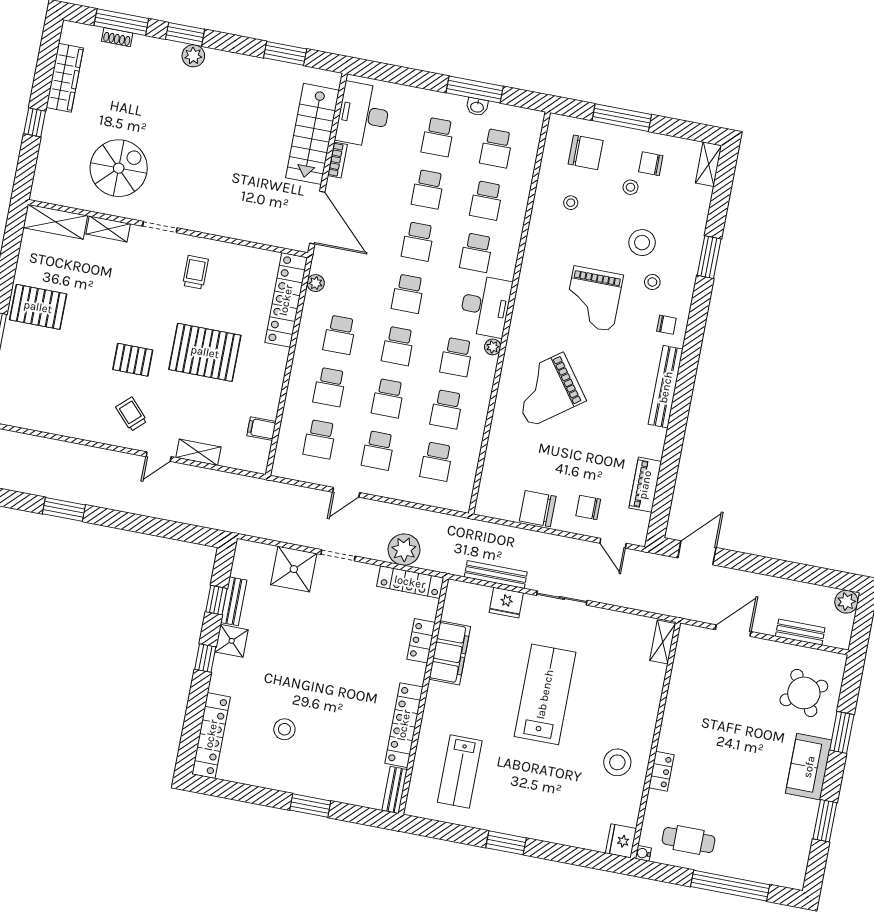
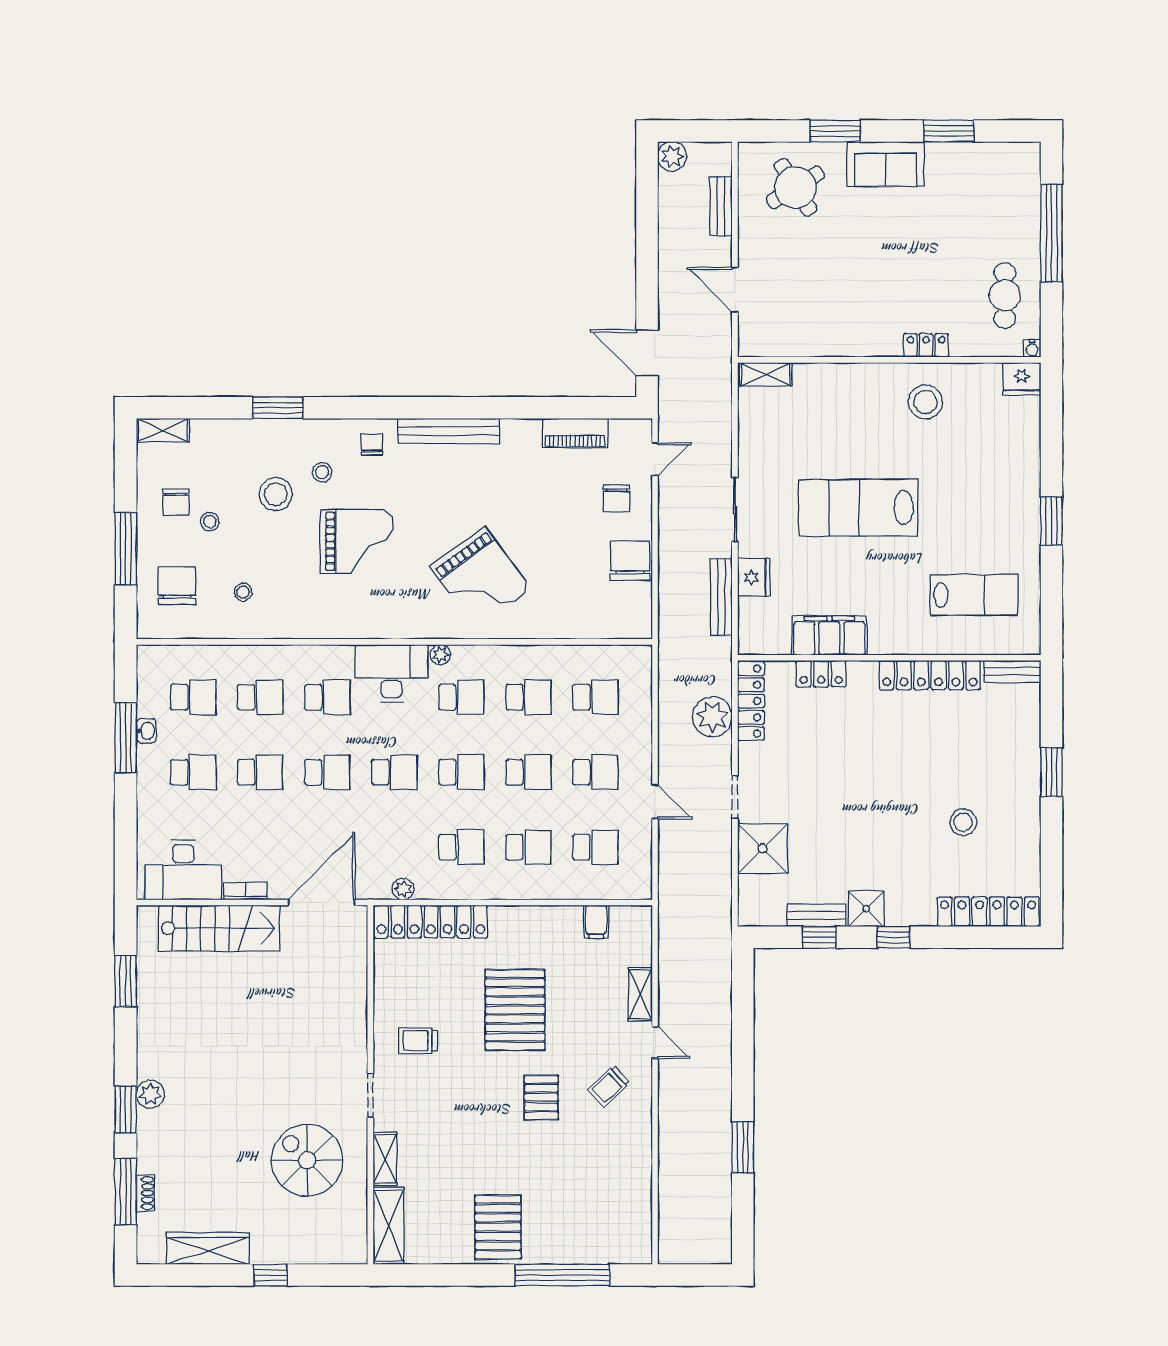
chair: (538, 509) -> (630, 561), turned 180

